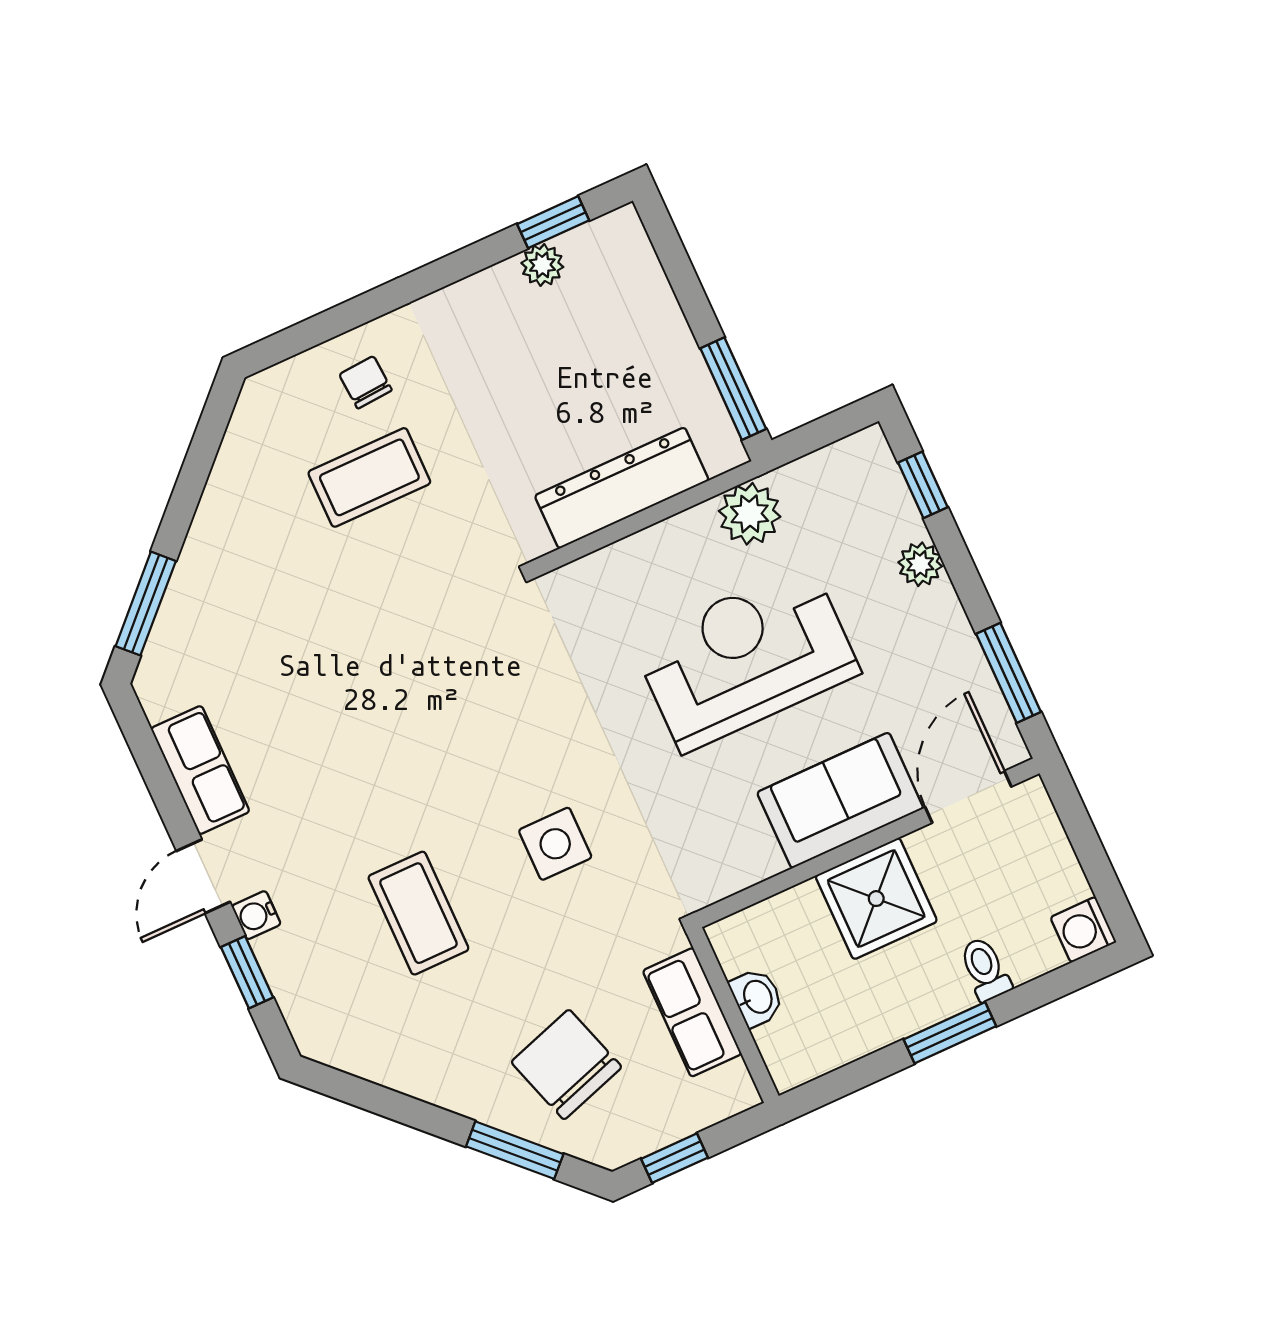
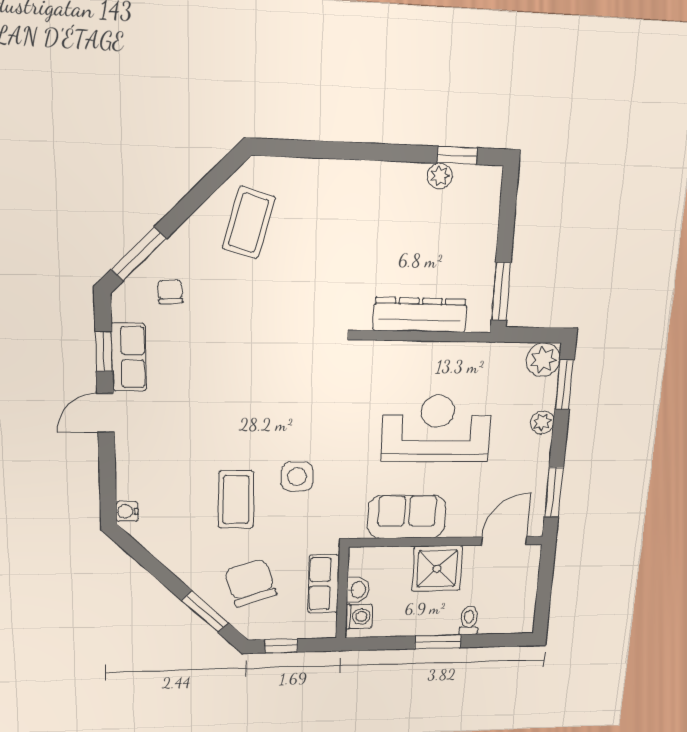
chair: (366, 382) -> (170, 292), moved
coffee table: (369, 477) -> (249, 223), moved, turned -74
window: (923, 485) -> (564, 385), width x1.50
plant: (750, 514) -> (543, 360), moved
sofa: (840, 800) -> (407, 517), moved
coffee table: (418, 913) -> (236, 500), moved
water cooler: (256, 915) -> (127, 511), moved
washing machine: (1083, 930) -> (359, 617), moved, turned 180
window: (247, 972) -> (104, 352), moved

